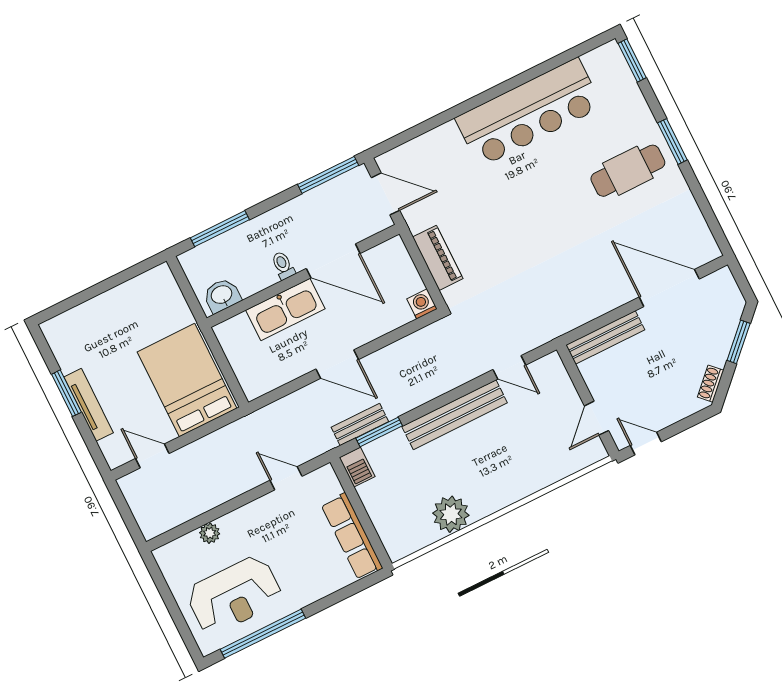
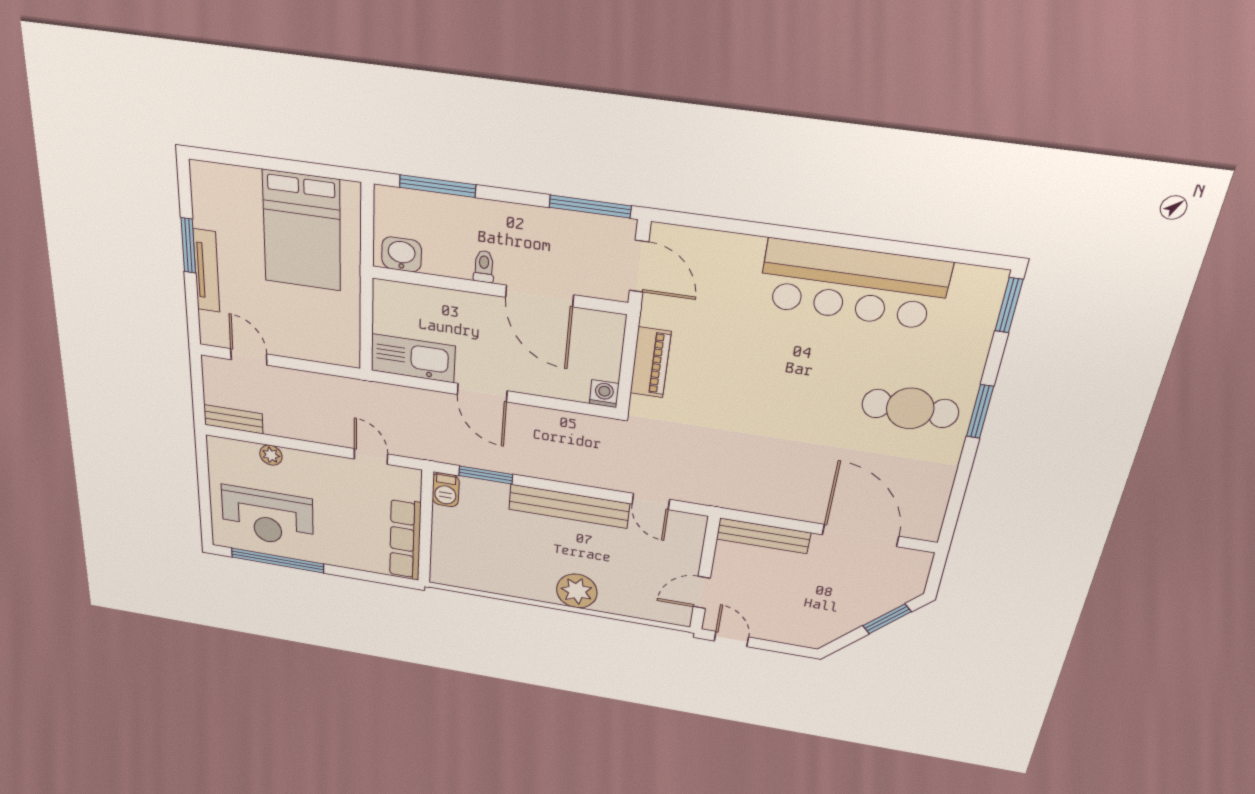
kitchen sink: (285, 310) -> (413, 358), moved, turned 180
bed: (187, 380) -> (302, 231), moved, turned 180
shoe rack: (711, 384) -> (831, 633), removed
bench: (360, 424) -> (233, 419), moved
plant: (451, 514) -> (577, 591), moved

